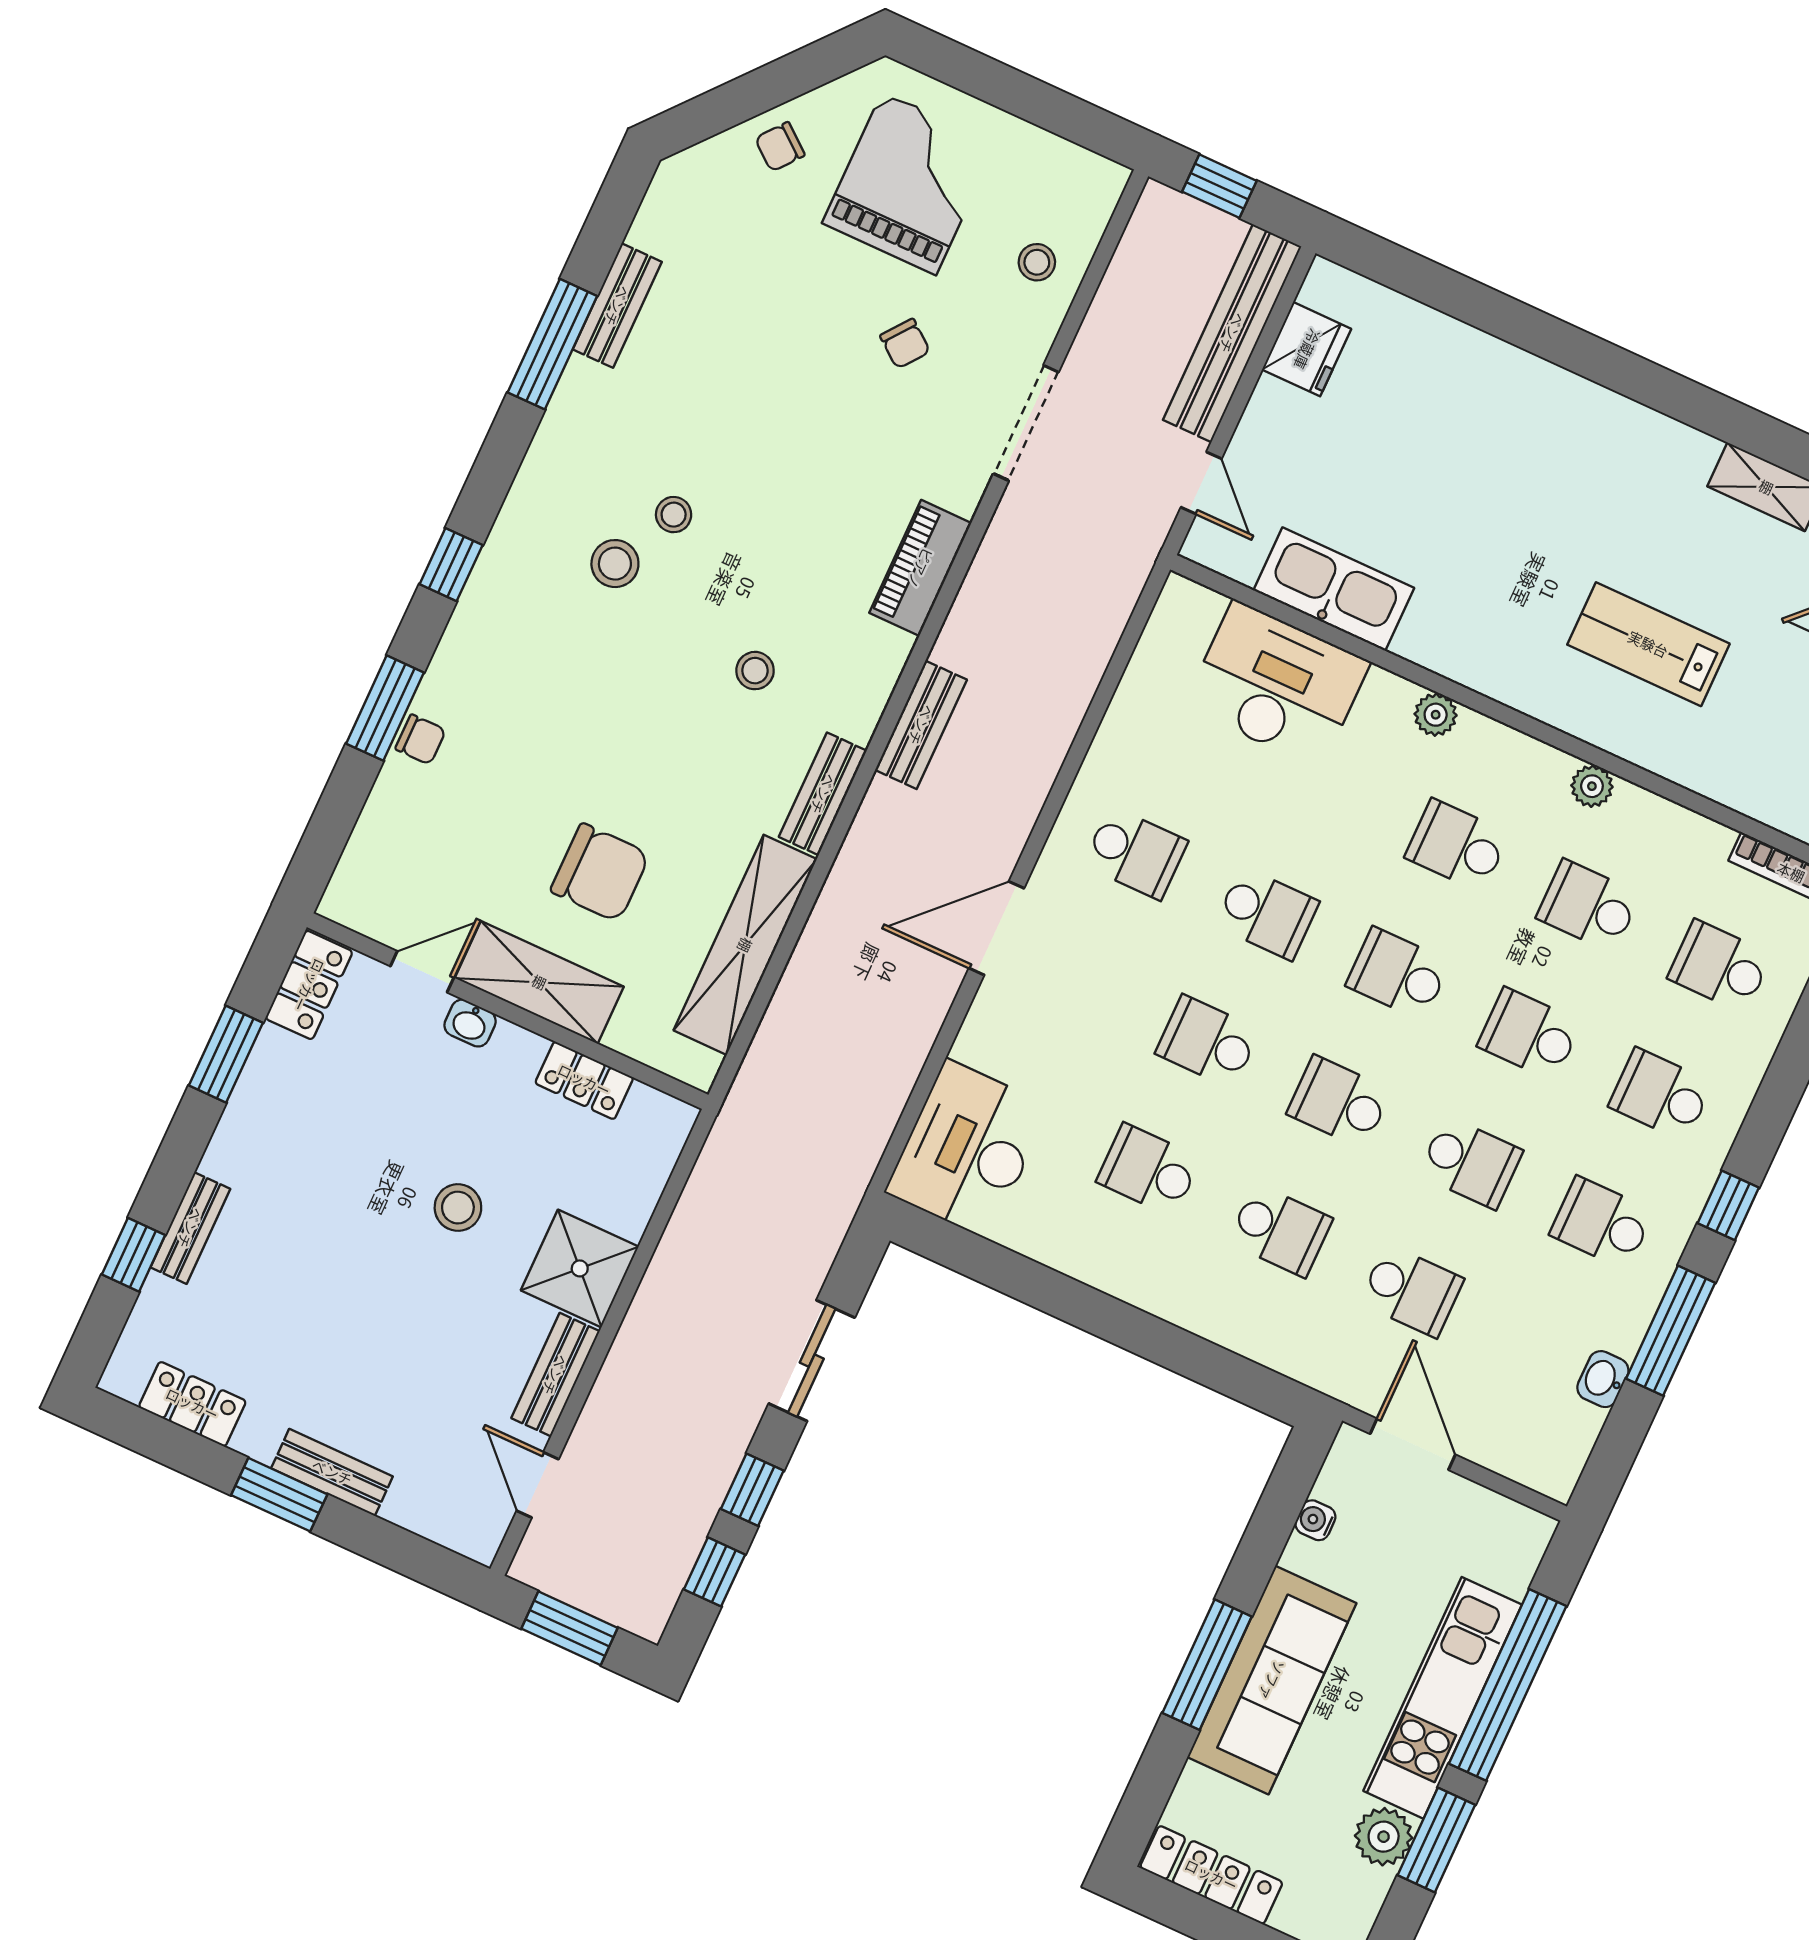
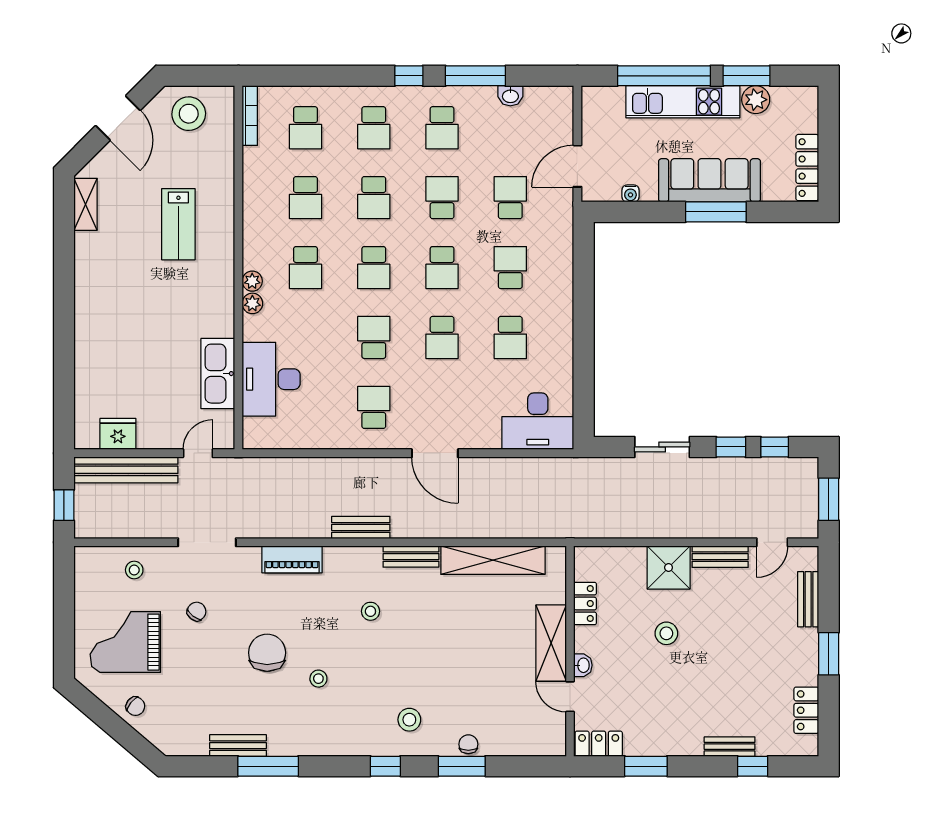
stool: (615, 564) -> (409, 720), moved
plant: (1592, 786) -> (252, 281), moved
chair: (600, 873) -> (267, 653), moved
bench: (332, 1472) -> (808, 599), moved

